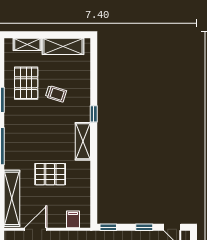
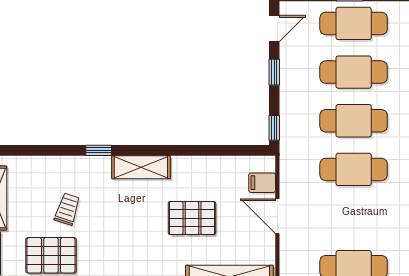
pallet: (50, 174) -> (192, 218), turned 90
door: (36, 229) -> (277, 216), moved

